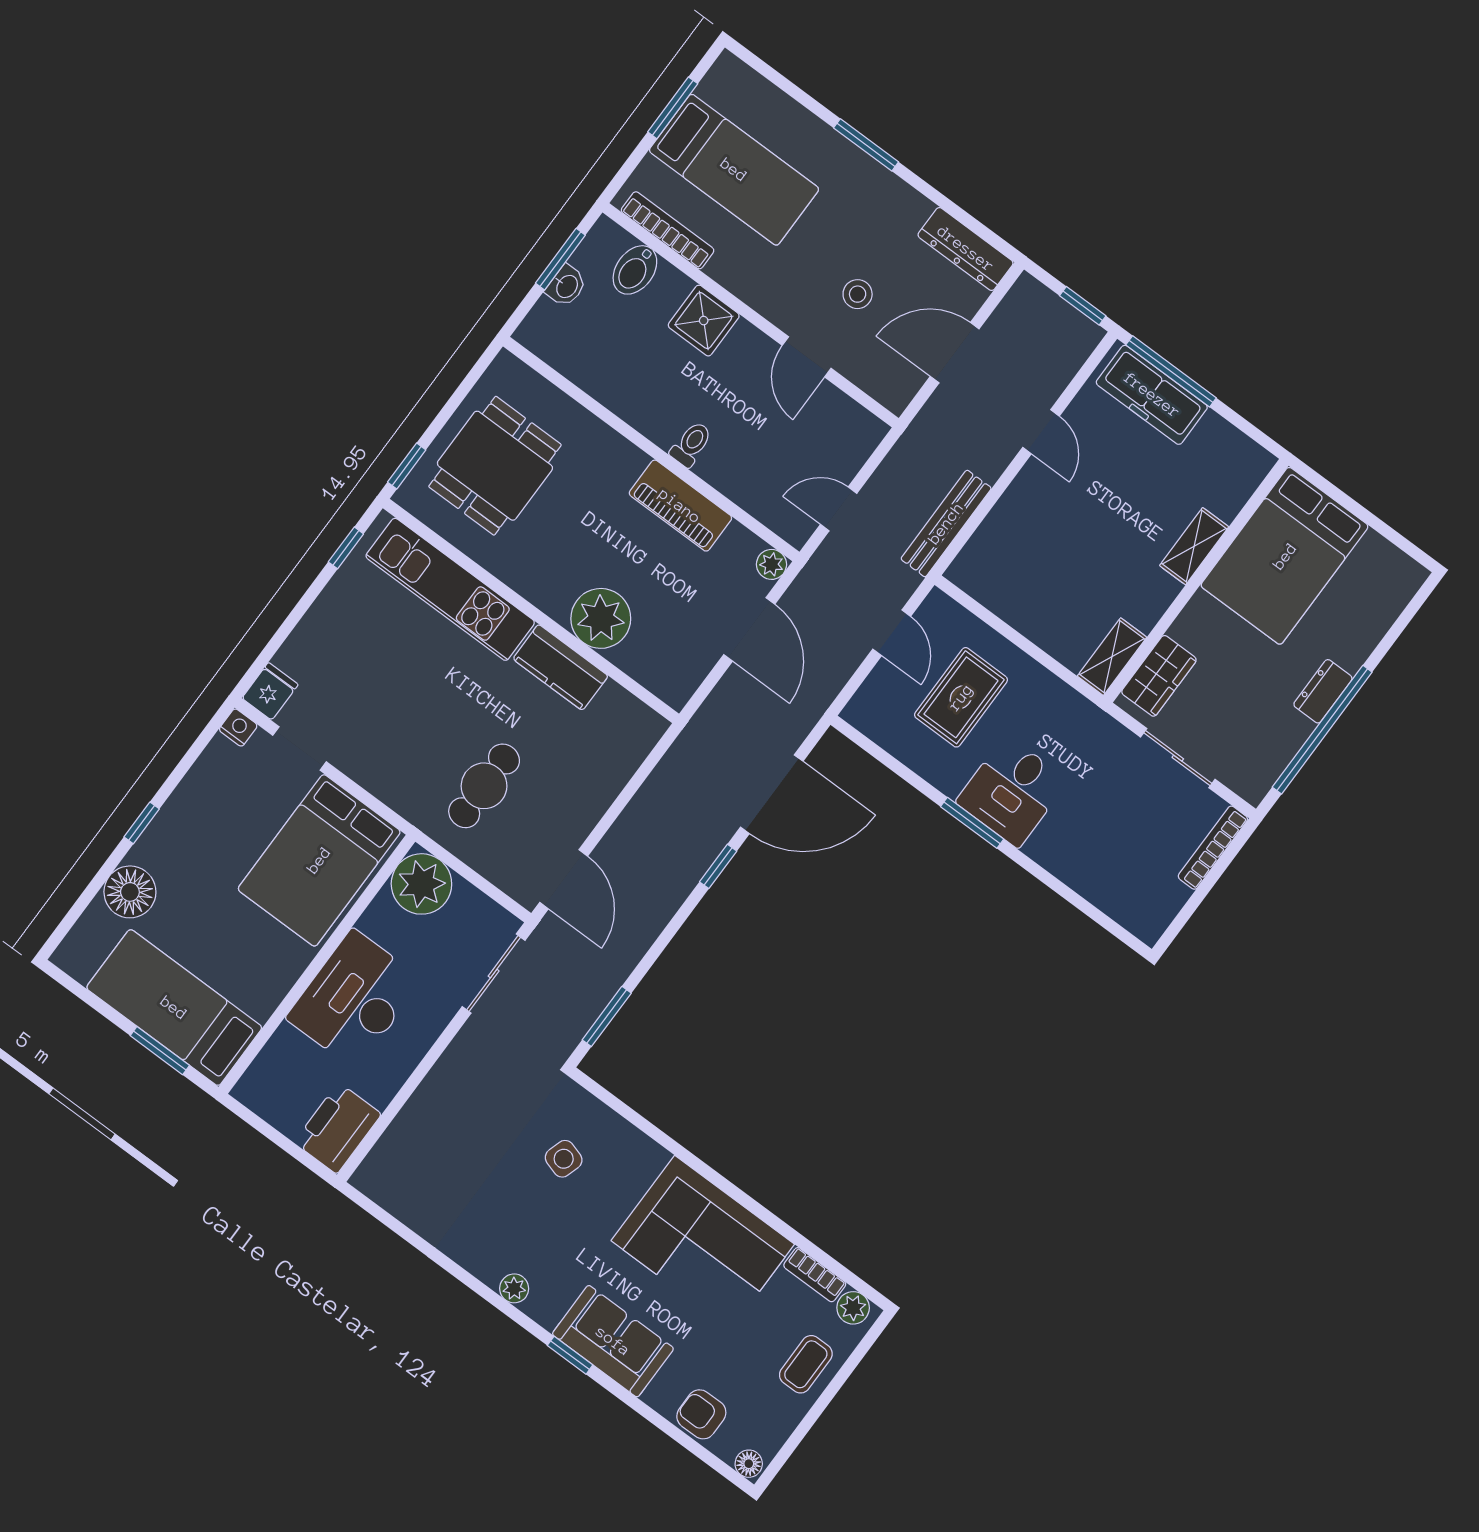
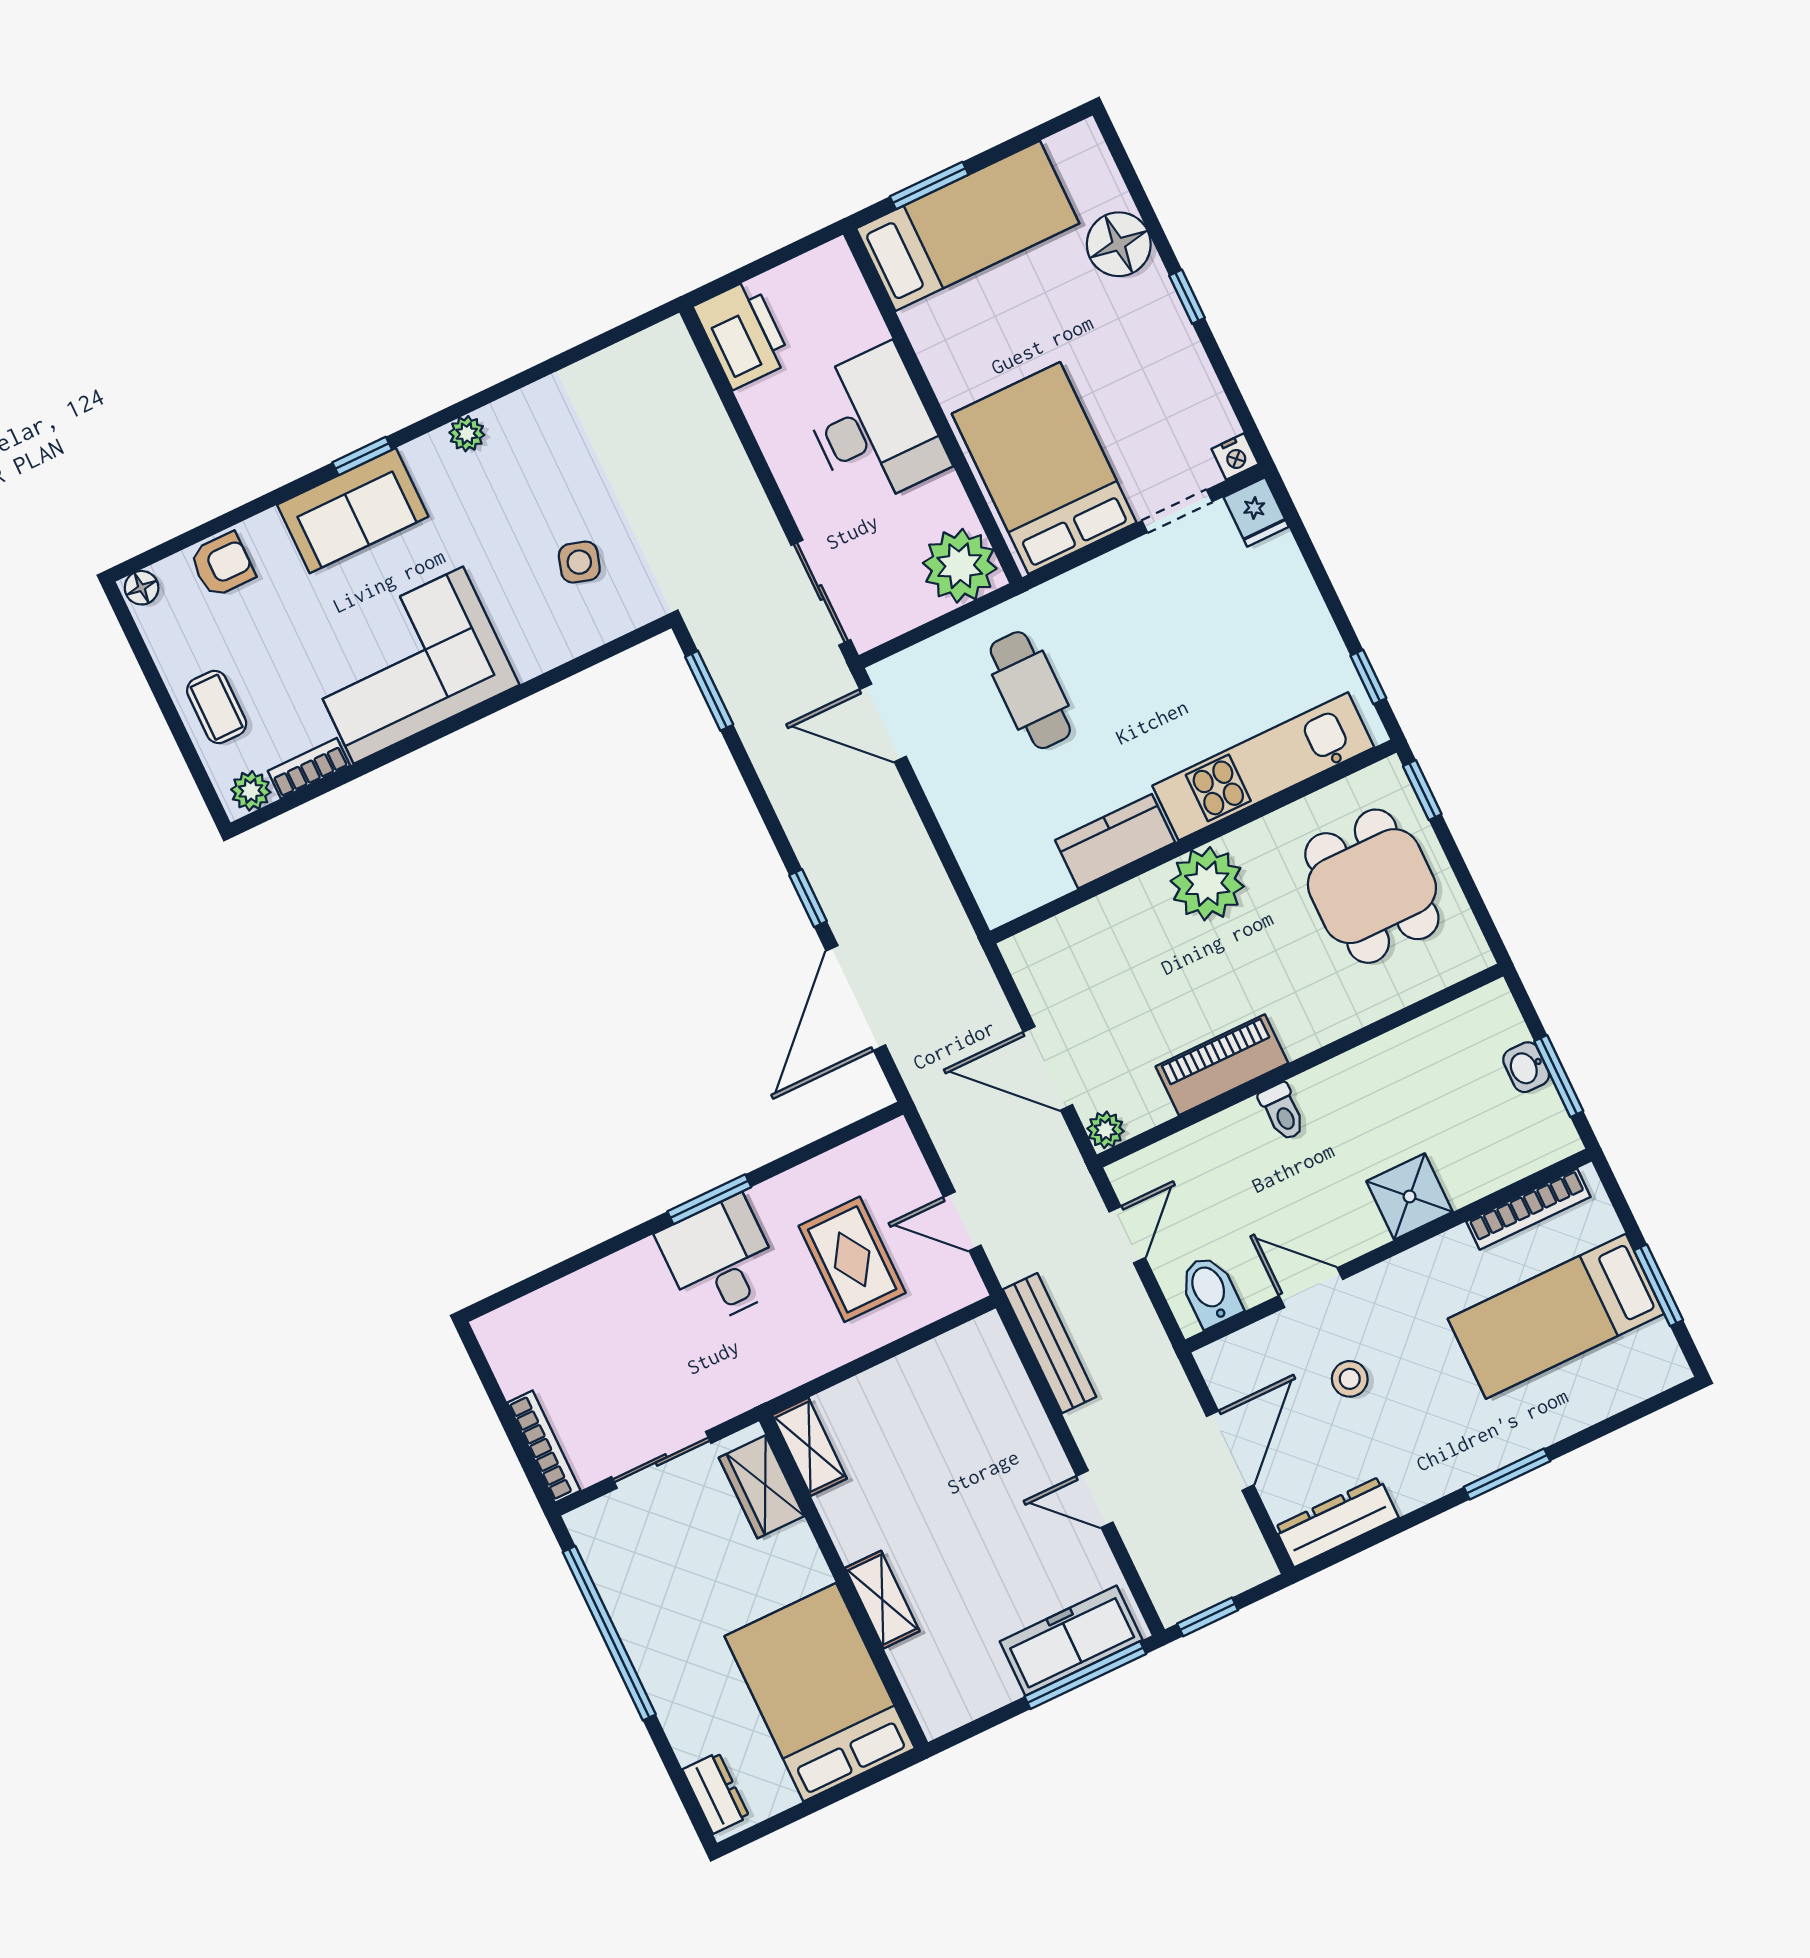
bidet: (635, 270) -> (1210, 1291), moved
plant: (601, 618) -> (1207, 884), moved
dresser: (1323, 691) -> (716, 1793), moved

